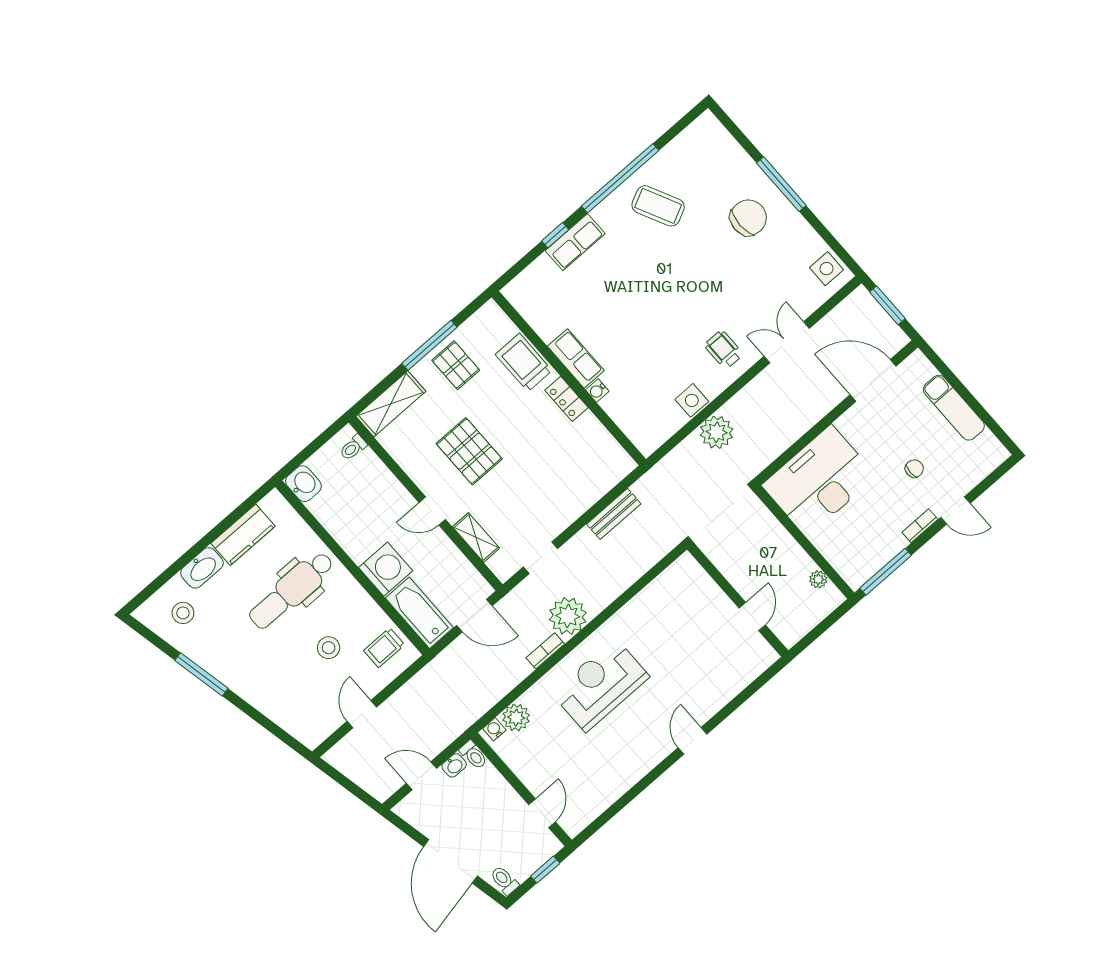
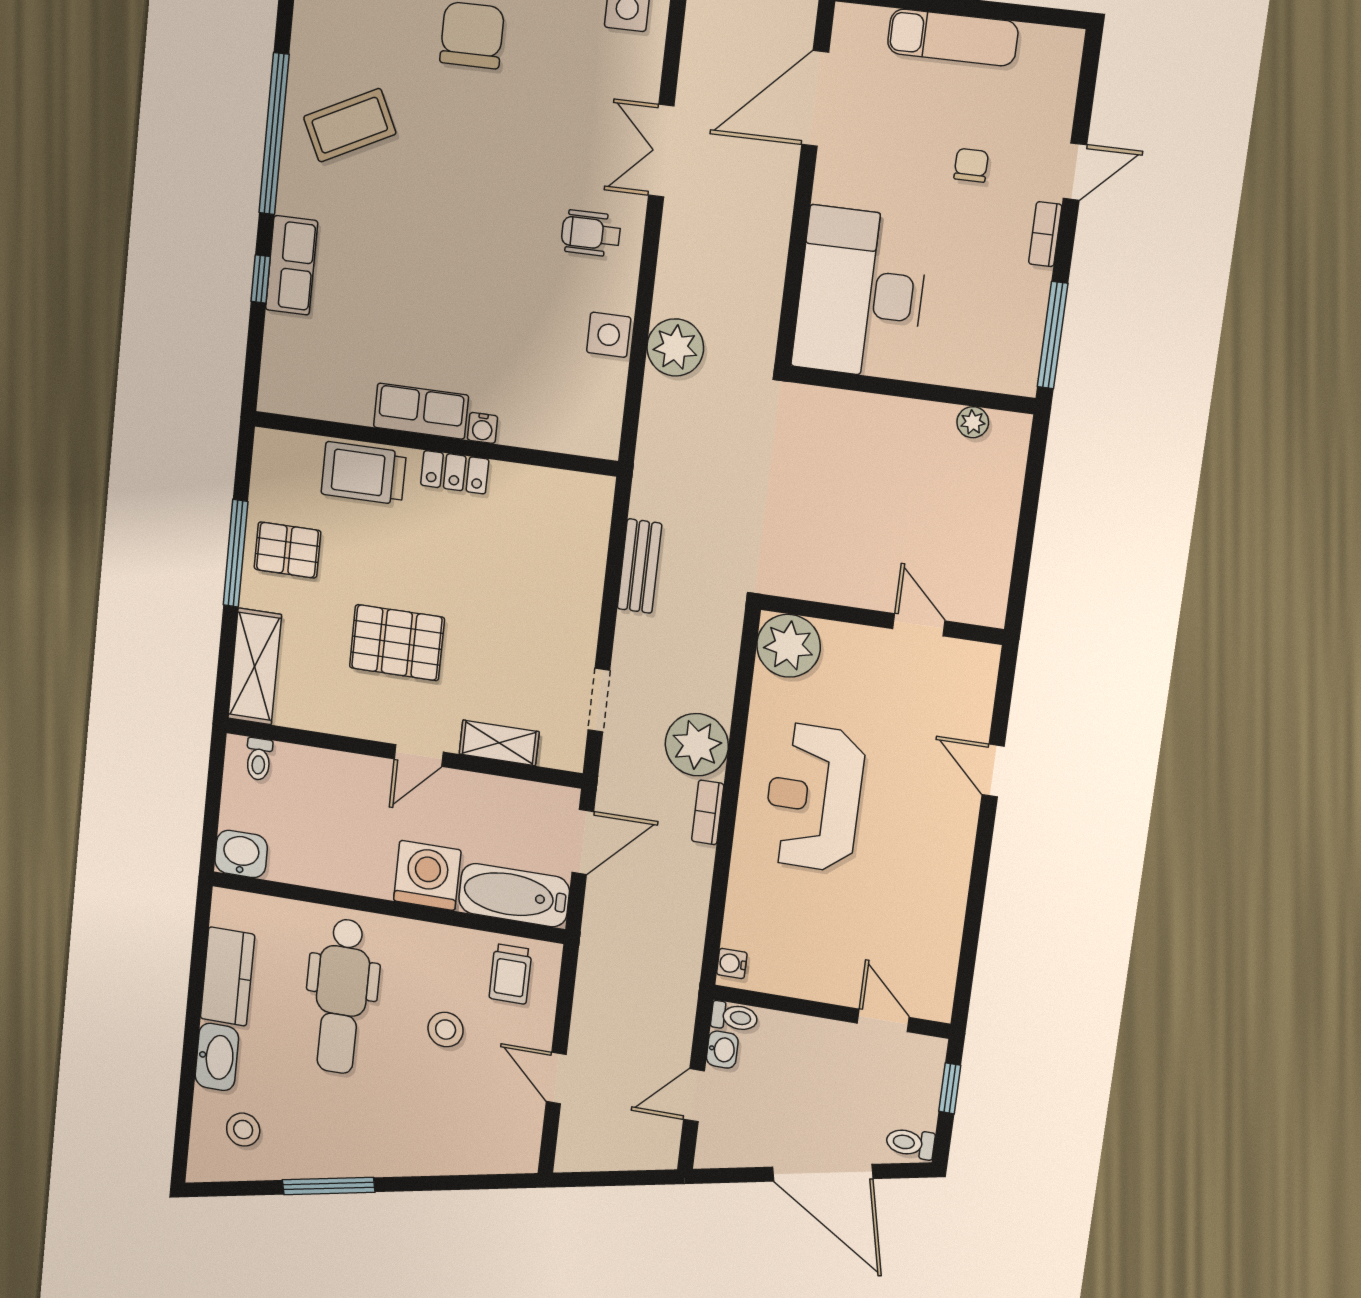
wall: (738, 600) -> (882, 619), moved
door: (752, 616) -> (919, 625), moved
plant: (516, 718) -> (789, 646), moved, width x1.36, depth x1.36

